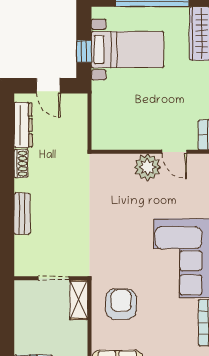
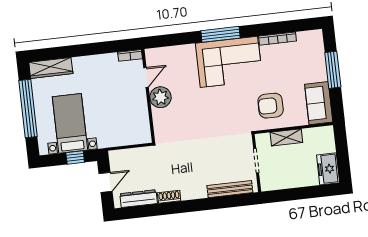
bench: (22, 214) -> (230, 189), moved, width x1.36
shelving: (79, 300) -> (286, 137), moved

